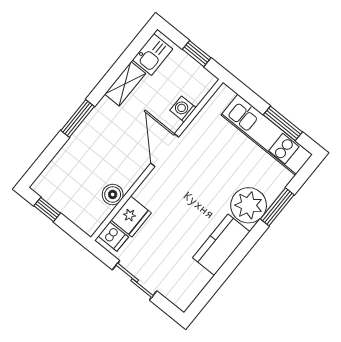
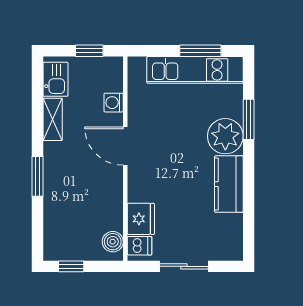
boiler: (113, 194) -> (113, 242), moved

